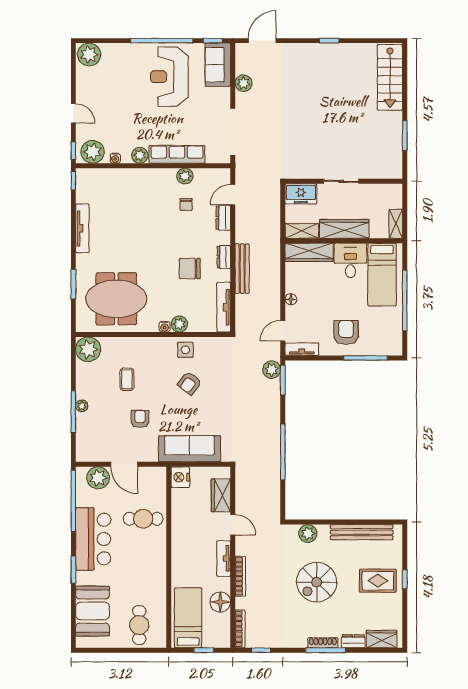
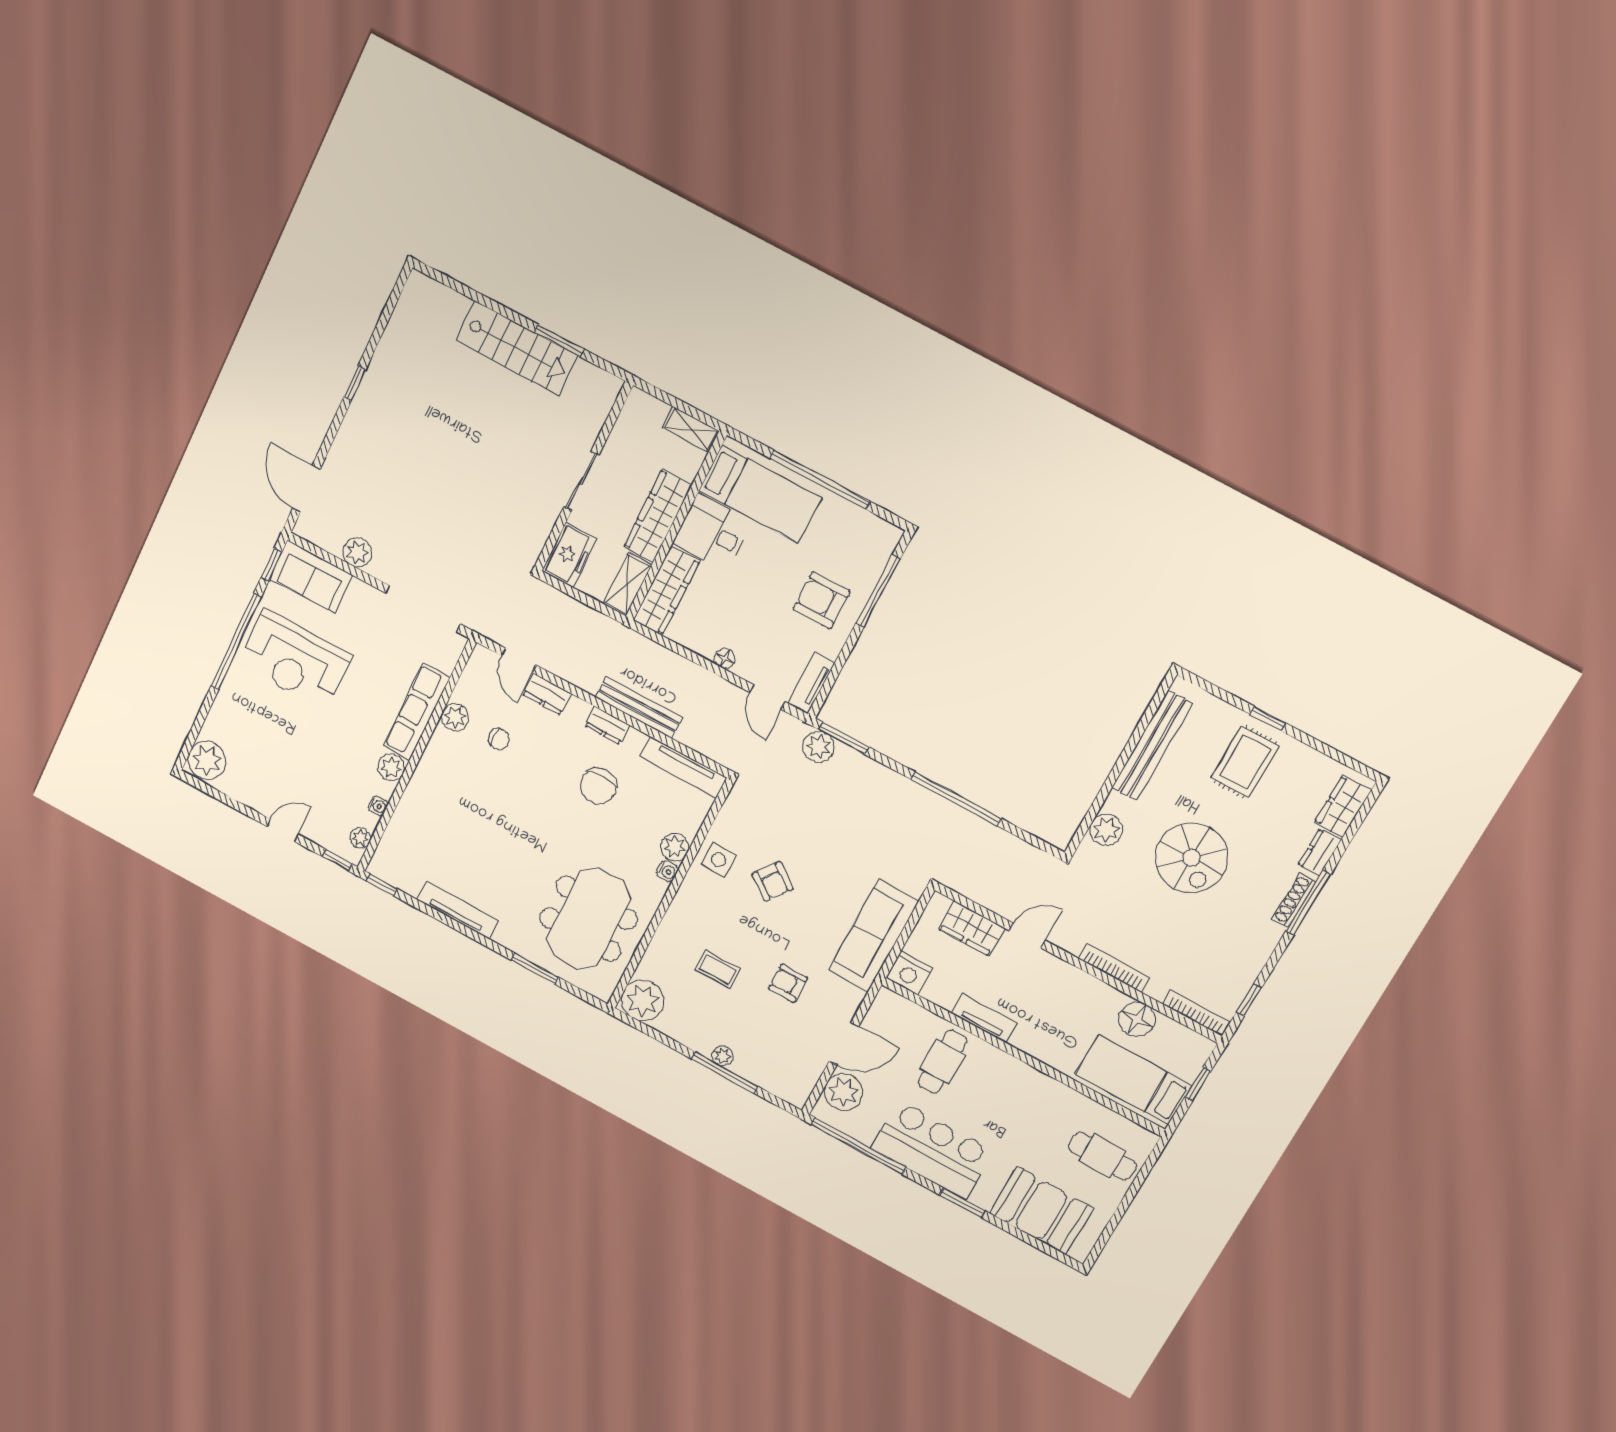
stairs: (390, 77) -> (517, 348), moved
plant: (93, 152) -> (360, 838), width x0.53, depth x0.53
tv unit: (224, 558) -> (985, 1018), moved, turned 180

